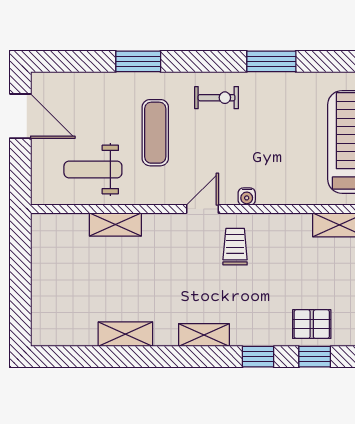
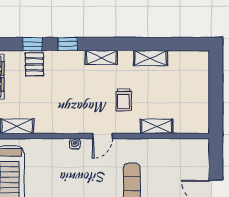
weight bench: (93, 170) -> (171, 161), removed
trolley: (235, 247) -> (124, 100), moved
pallet: (312, 324) -> (34, 64), turned 90

